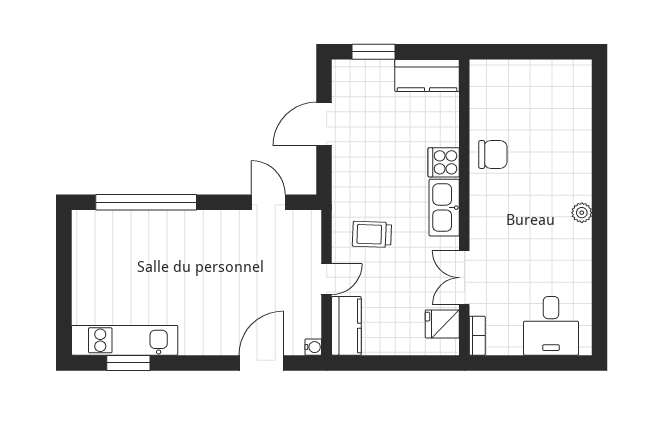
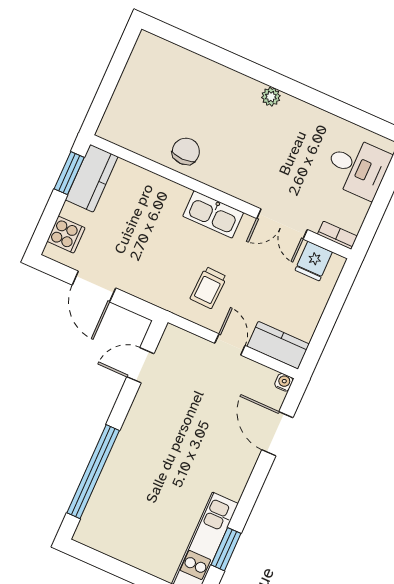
window: (373, 52) -> (69, 173), moved
cooker: (444, 162) -> (66, 235), moved, turned -90

